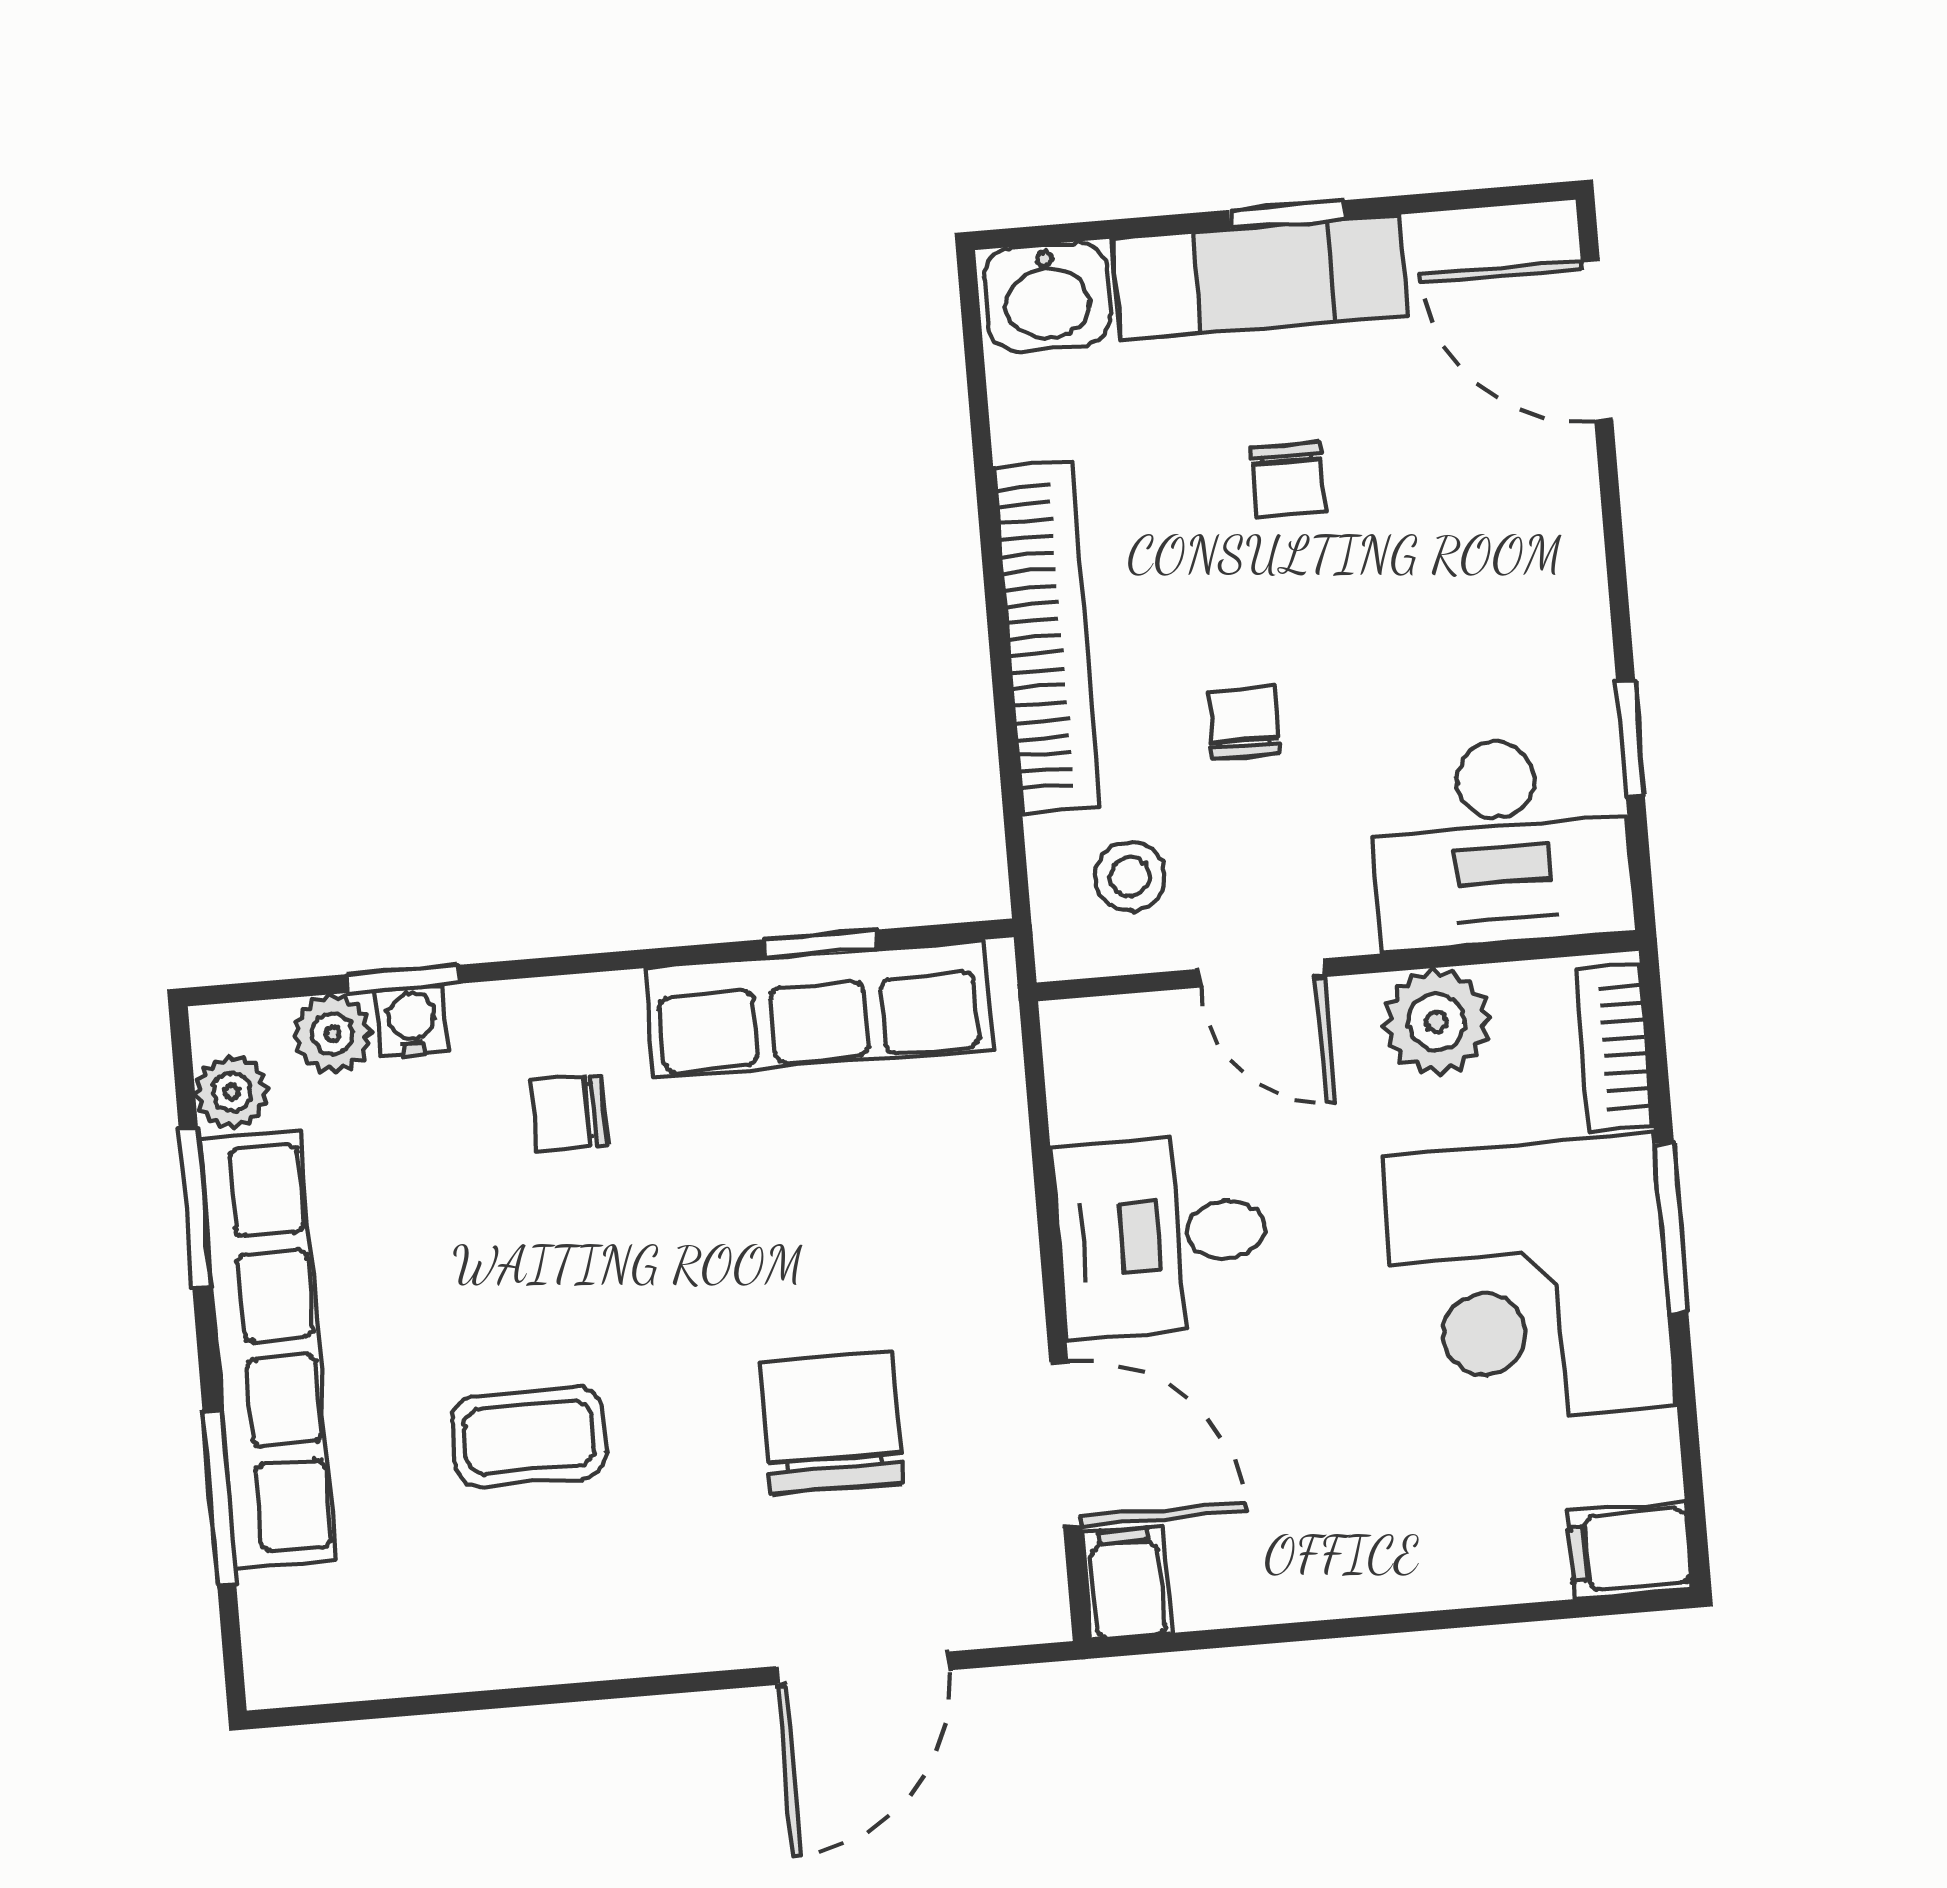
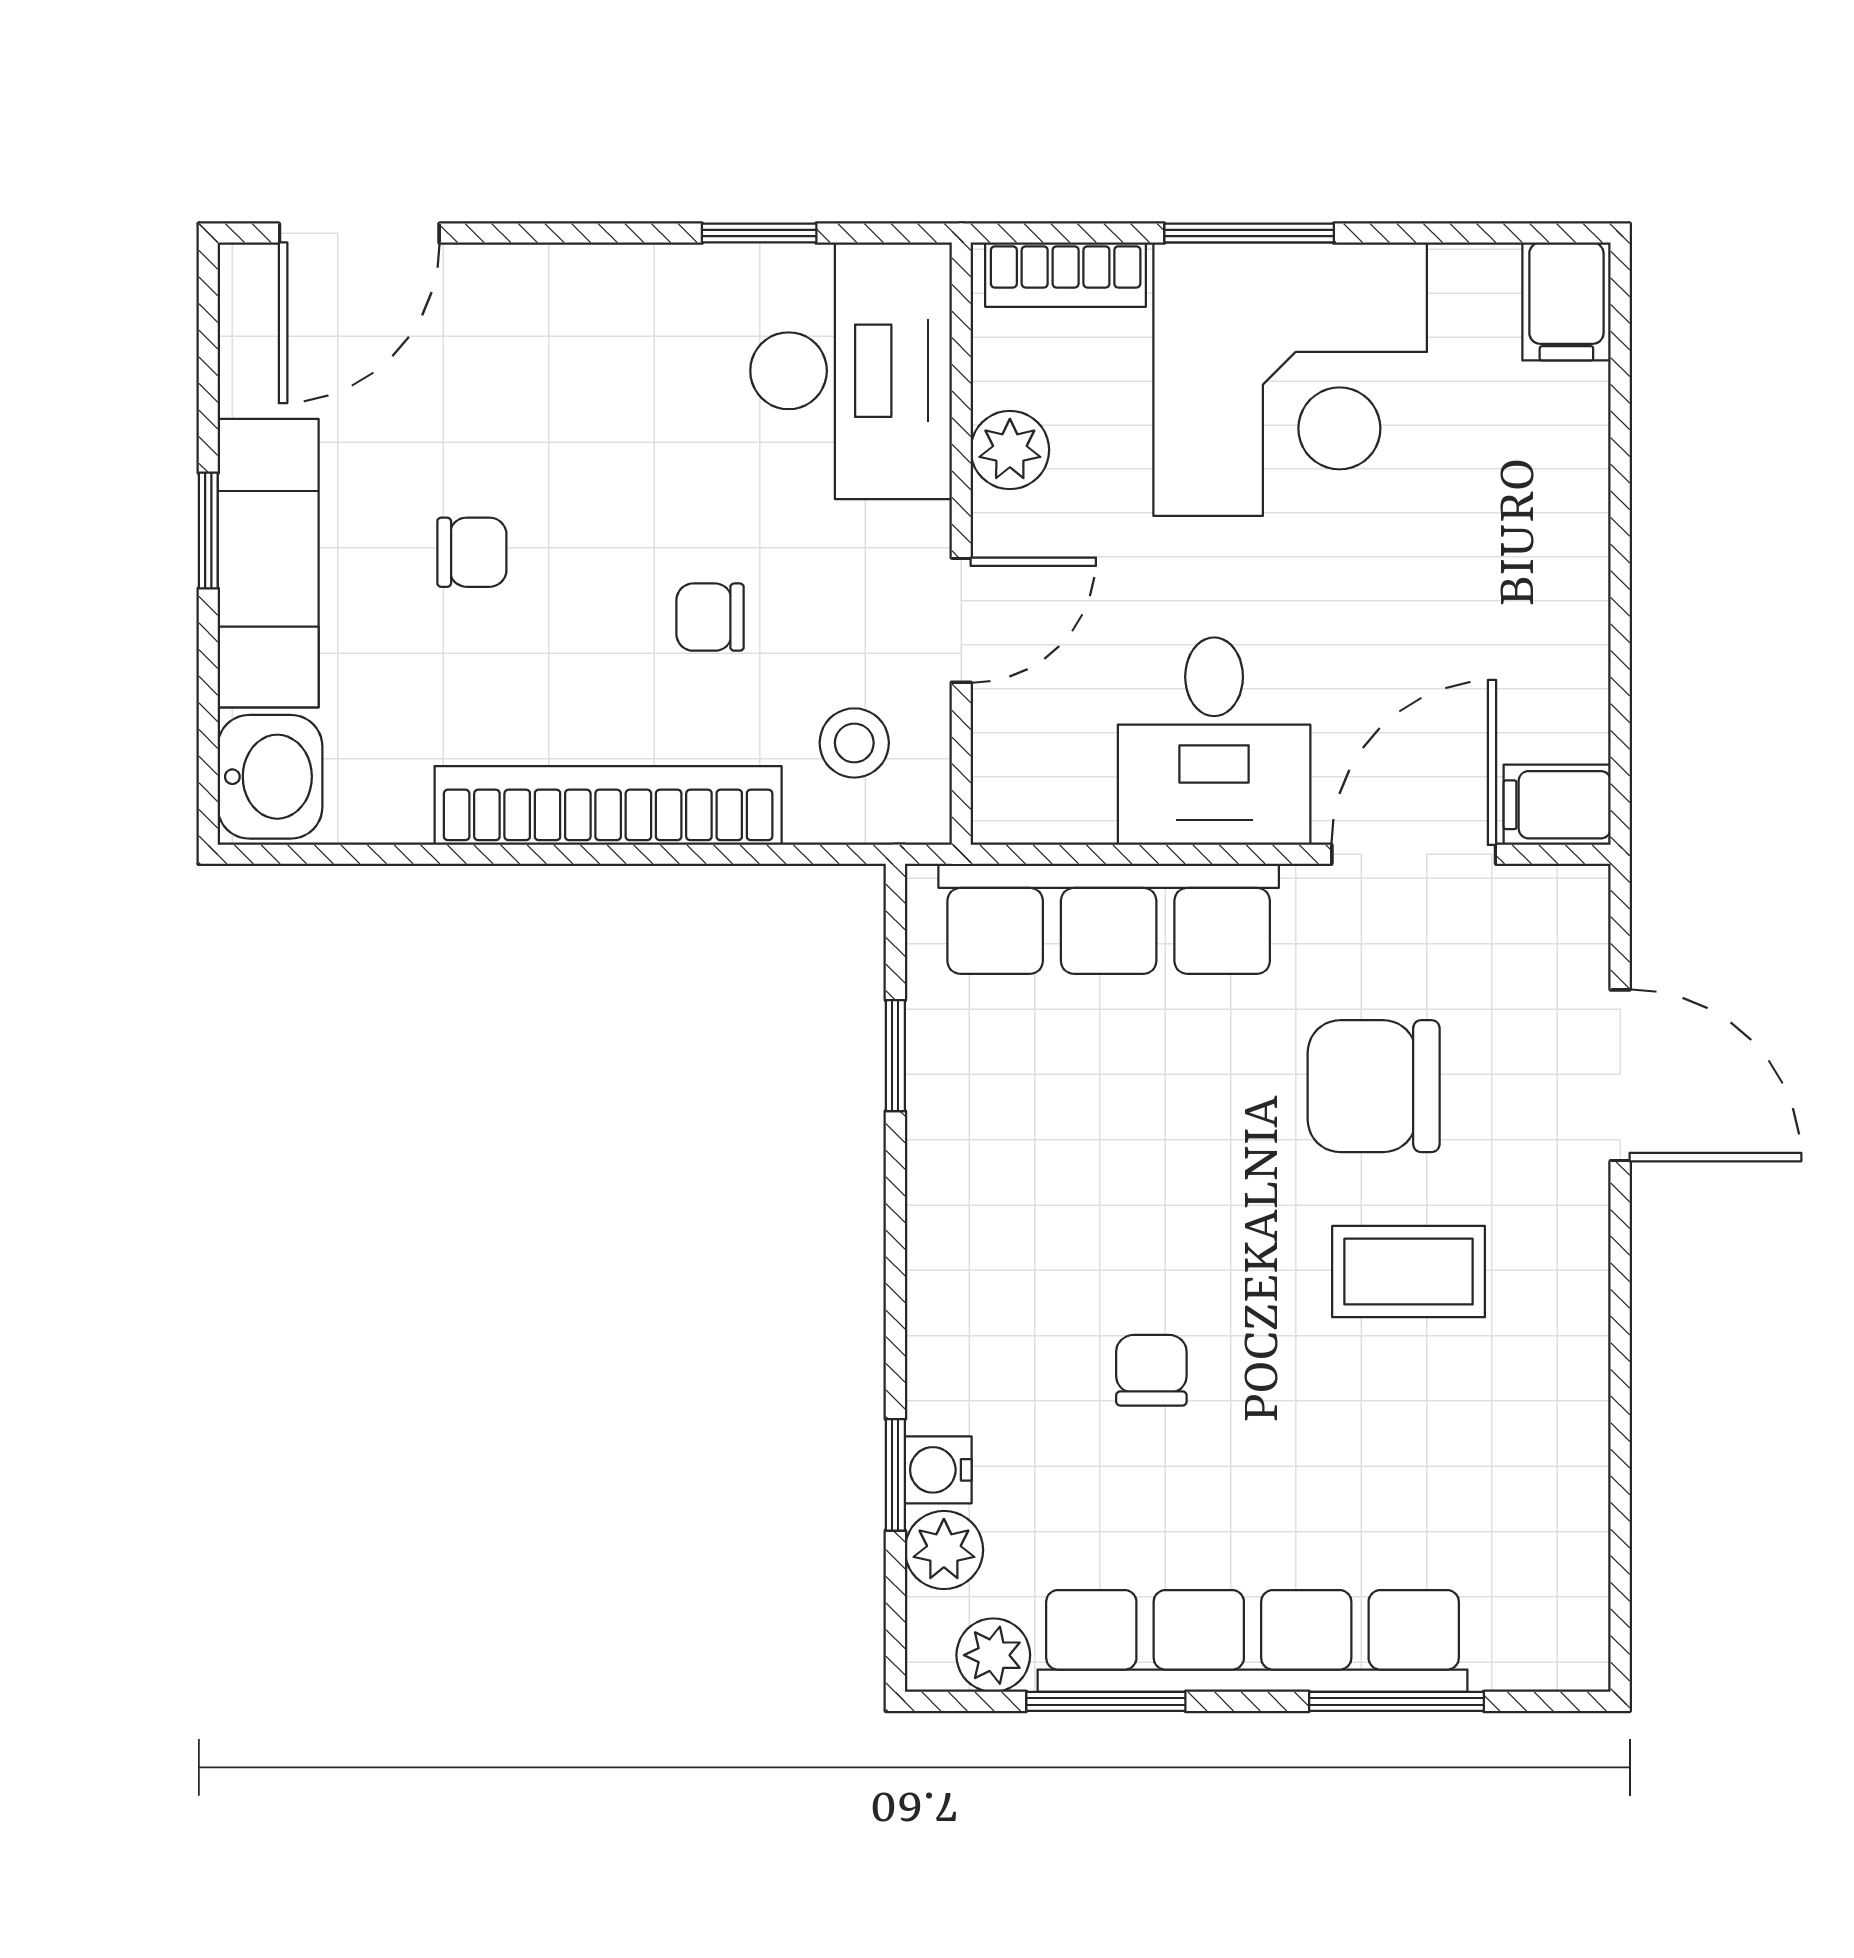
row of seats: (818, 1009) -> (1109, 919), moved, turned 90
plant: (1436, 1022) -> (1010, 450), width x0.73, depth x0.73
chair: (569, 1113) -> (1151, 1370), moved, turned 180
coffee table: (529, 1437) -> (1409, 1272), moved, turned 90

